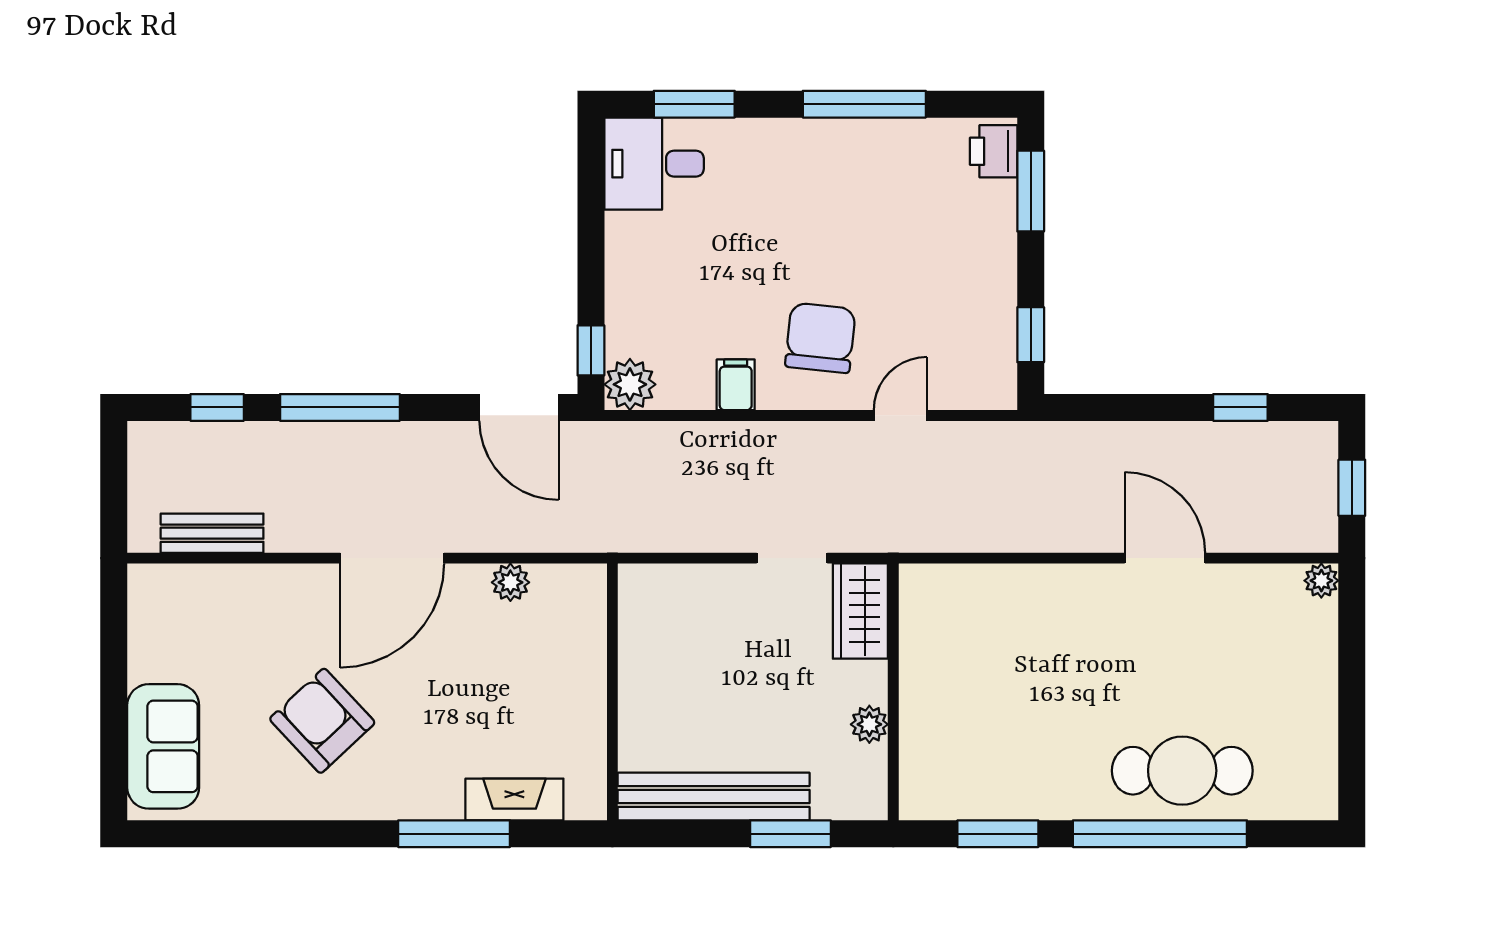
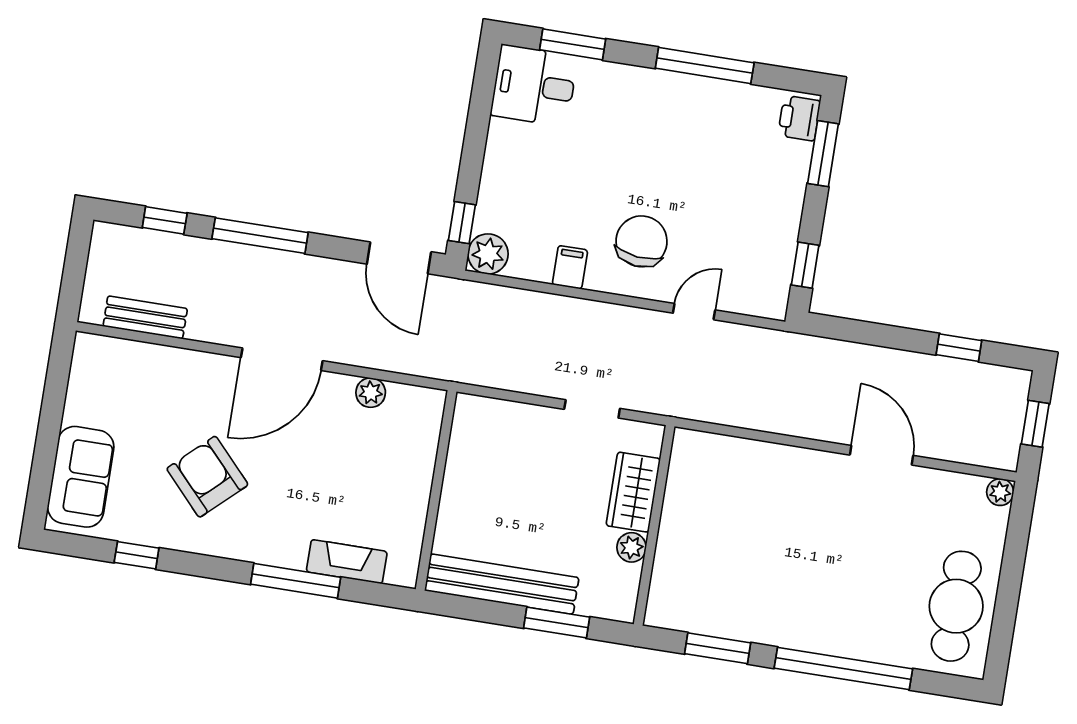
wardrobe: (860, 611) -> (633, 492), moved
cafe table: (1182, 771) -> (956, 606), moved, turned 90
window: (249, 834) -> (137, 555), added

